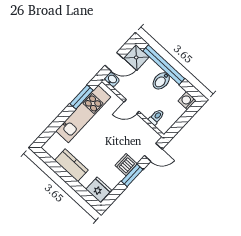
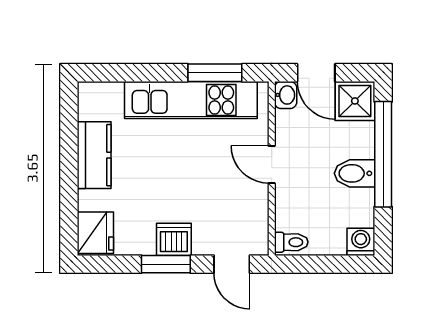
toilet: (156, 117) -> (291, 242), moved

